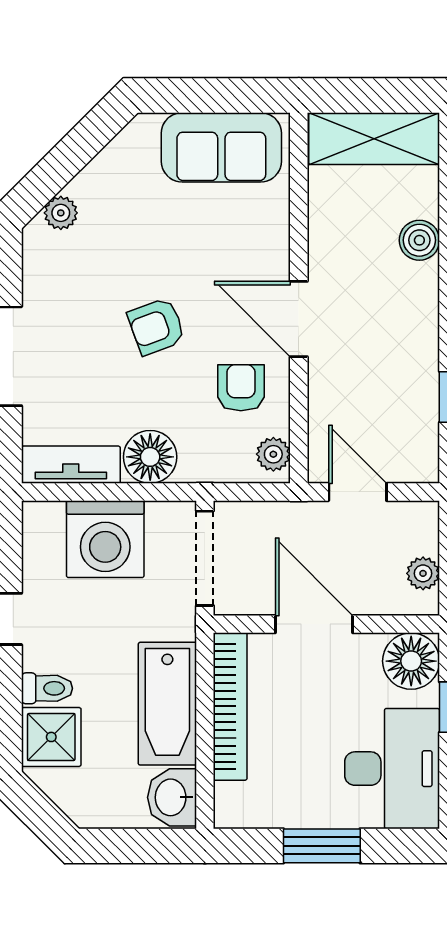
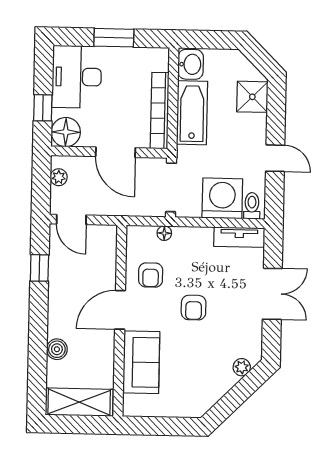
sofa: (221, 147) -> (141, 362), moved, turned 90
door: (299, 319) -> (120, 310), swing flipped
armchair: (156, 326) -> (194, 308), turned 110
plant: (273, 454) -> (135, 240), removed
floor lamp: (150, 457) -> (164, 233), moved, width x0.53, depth x0.53
door: (358, 492) -> (71, 220), moved
toilet: (47, 688) -> (252, 206), moved, turned 90

